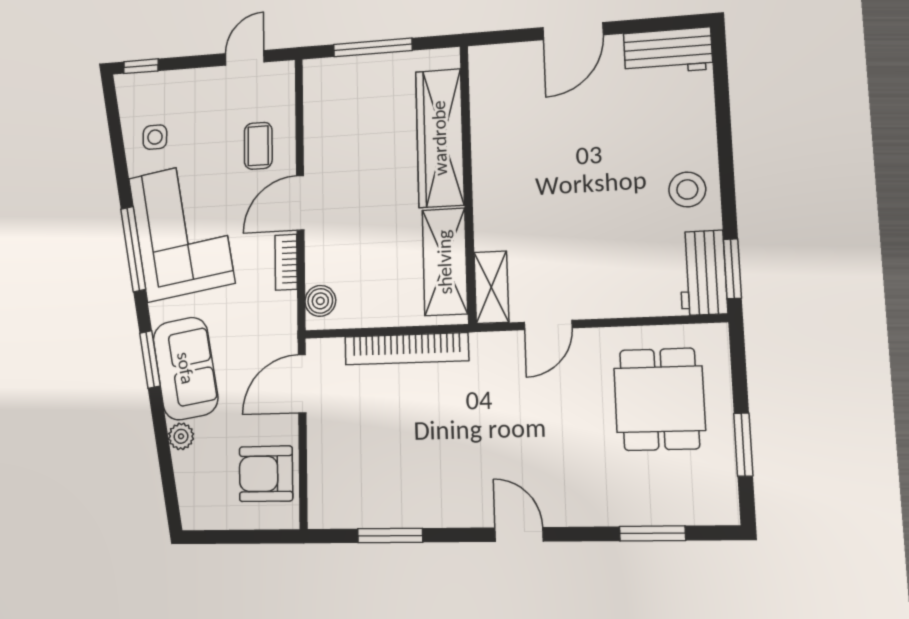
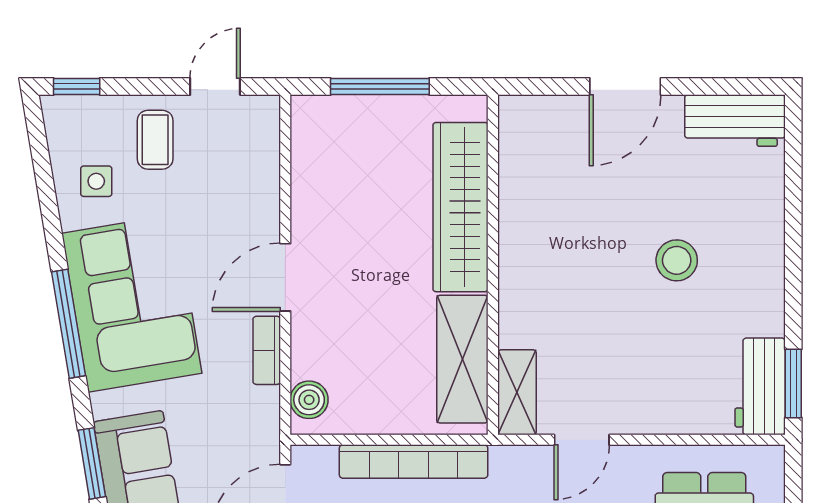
coffee table: (258, 146) -> (155, 140), moved
stool: (687, 189) -> (677, 260), moved

